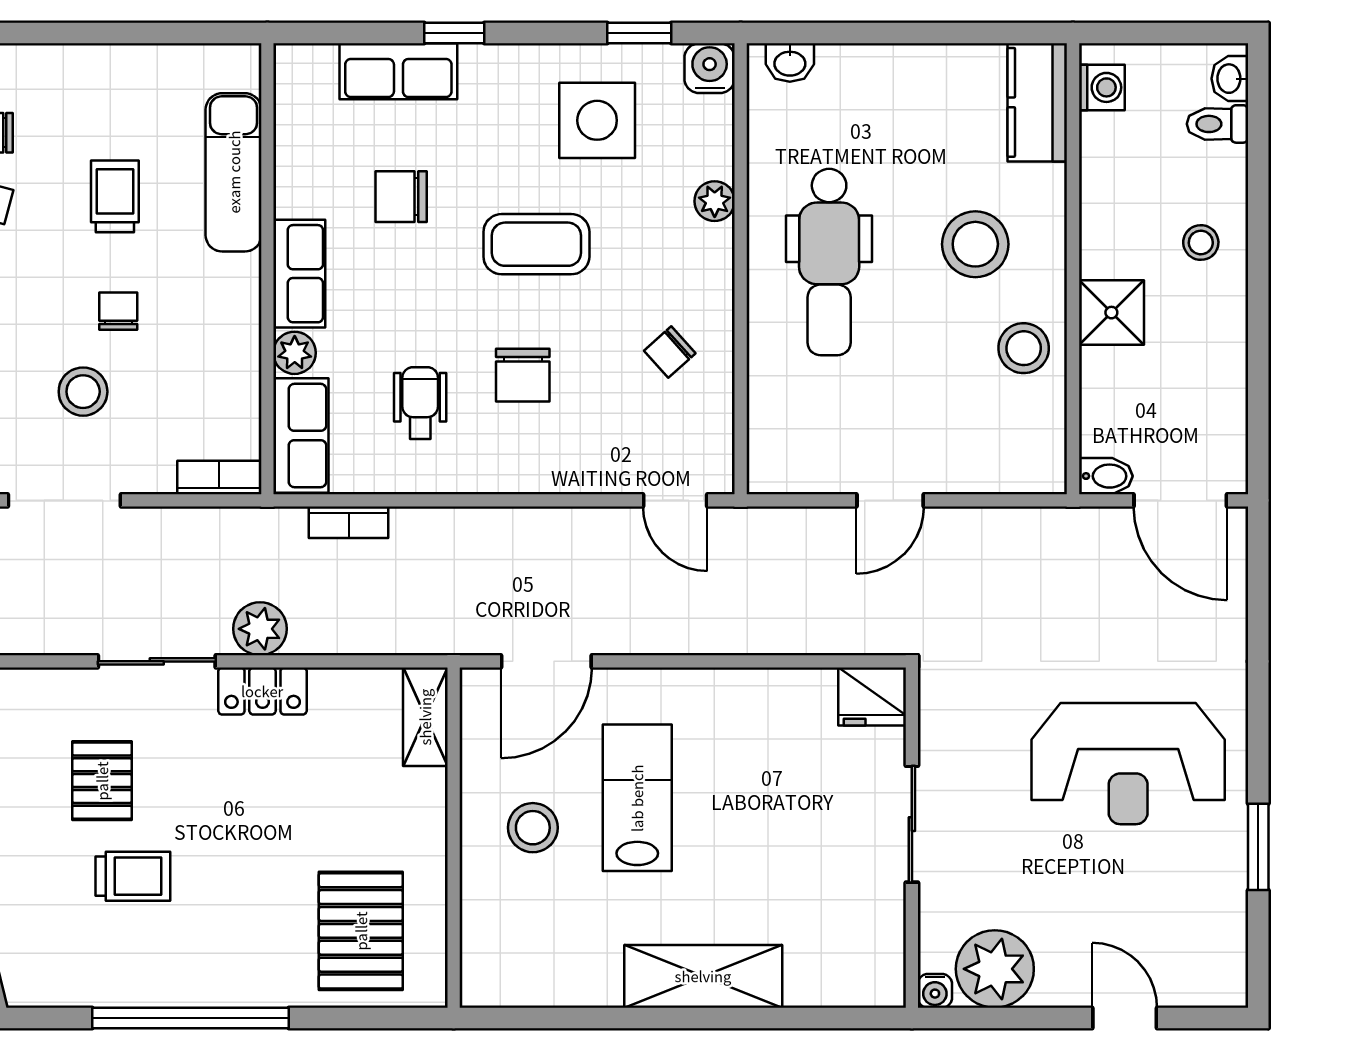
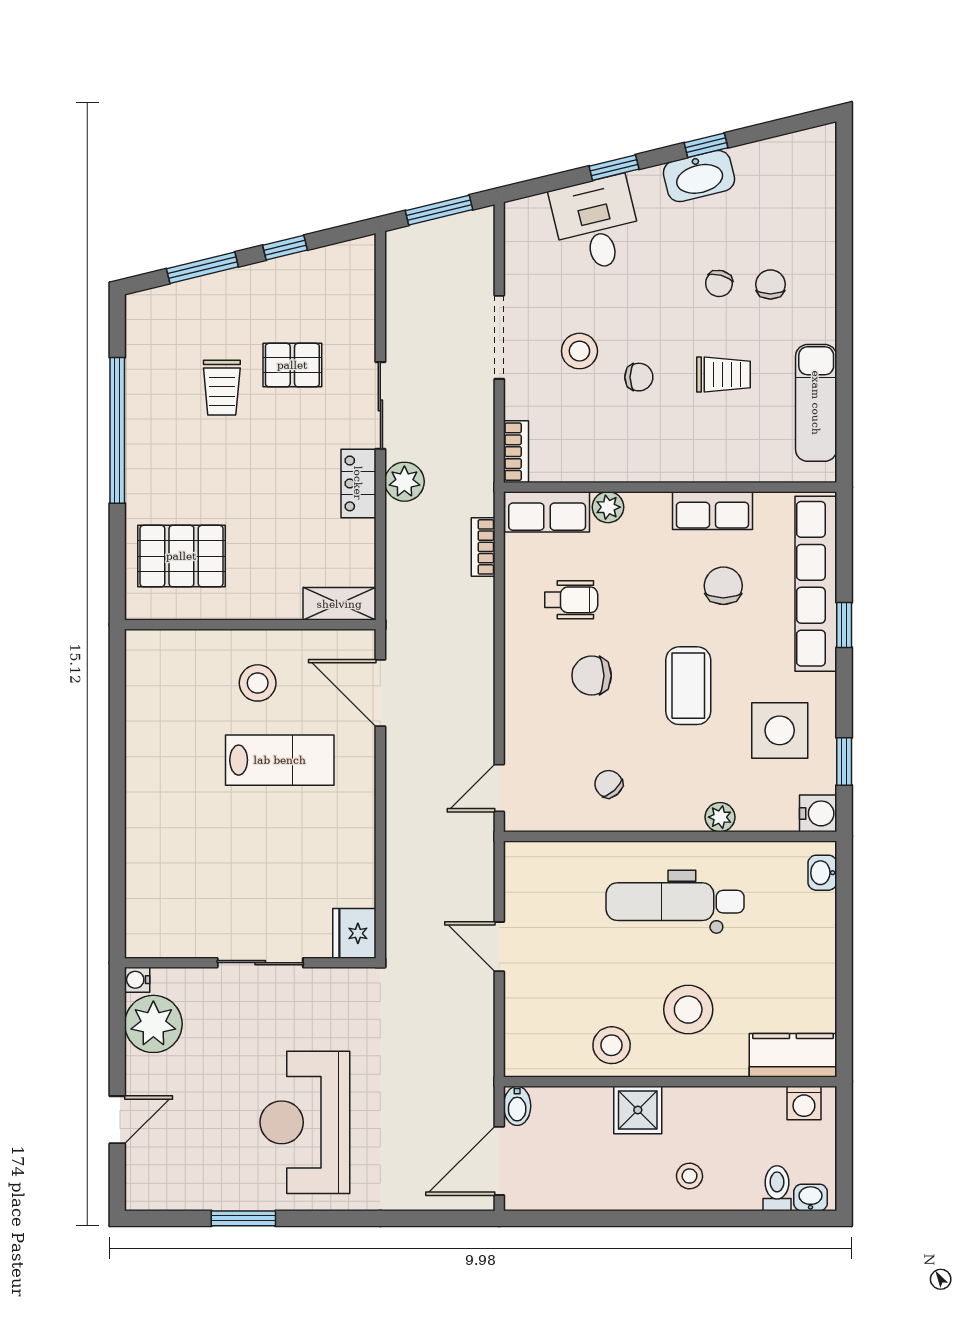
row of seats: (398, 71) -> (816, 584), width x2.02
exam couch: (234, 172) -> (816, 403), moved, turned -90
row of seats: (299, 274) -> (712, 511), moved
shelving: (703, 976) -> (148, 809), removed

